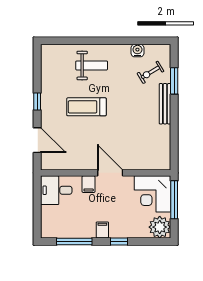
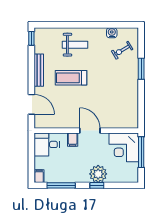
window: (174, 81) -> (141, 69), moved
window: (37, 101) -> (31, 38), moved
bench: (165, 104) -> (39, 70), moved
plant: (160, 227) -> (98, 174), moved
filing cabinet: (102, 230) -> (39, 176), moved

